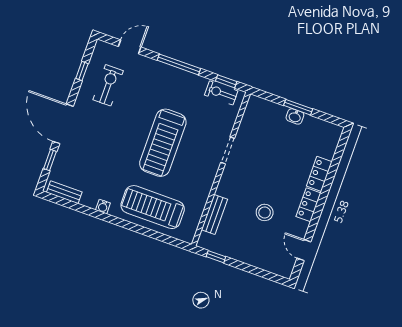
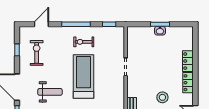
exercise bike: (221, 93) -> (84, 42), moved
treadmill: (163, 143) -> (84, 77), turned 180
weight bench: (107, 147) -> (50, 92), added

